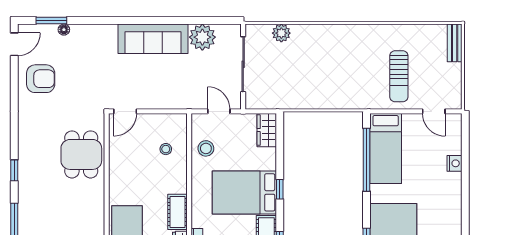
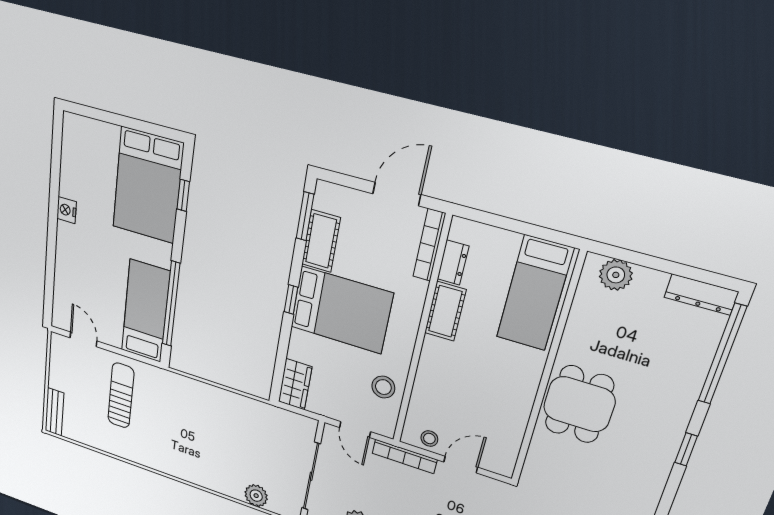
bookcase: (181, 104) -> (404, 456), added
door: (125, 111) -> (461, 465), moved
stool: (166, 149) -> (429, 439), moved
dining table: (81, 154) -> (579, 404), moved
nightstand: (454, 163) -> (67, 210), moved

